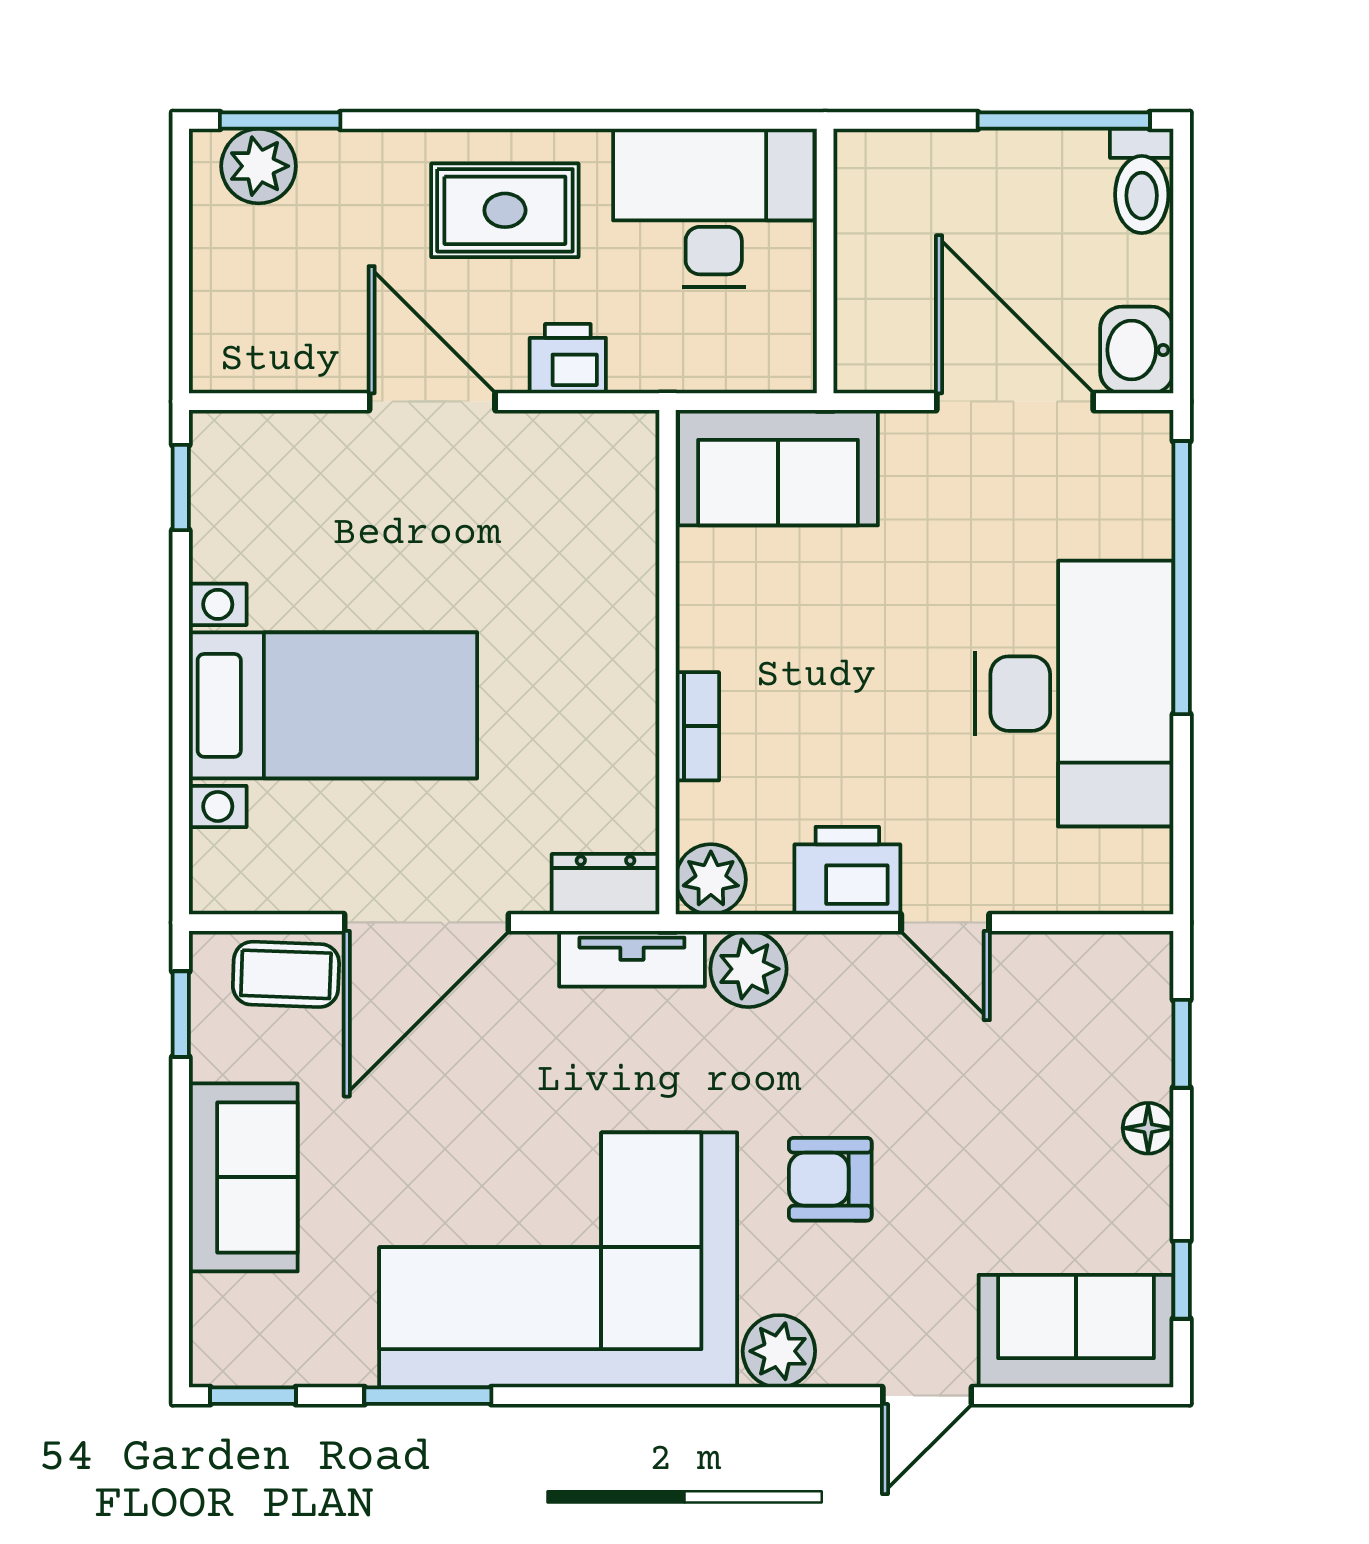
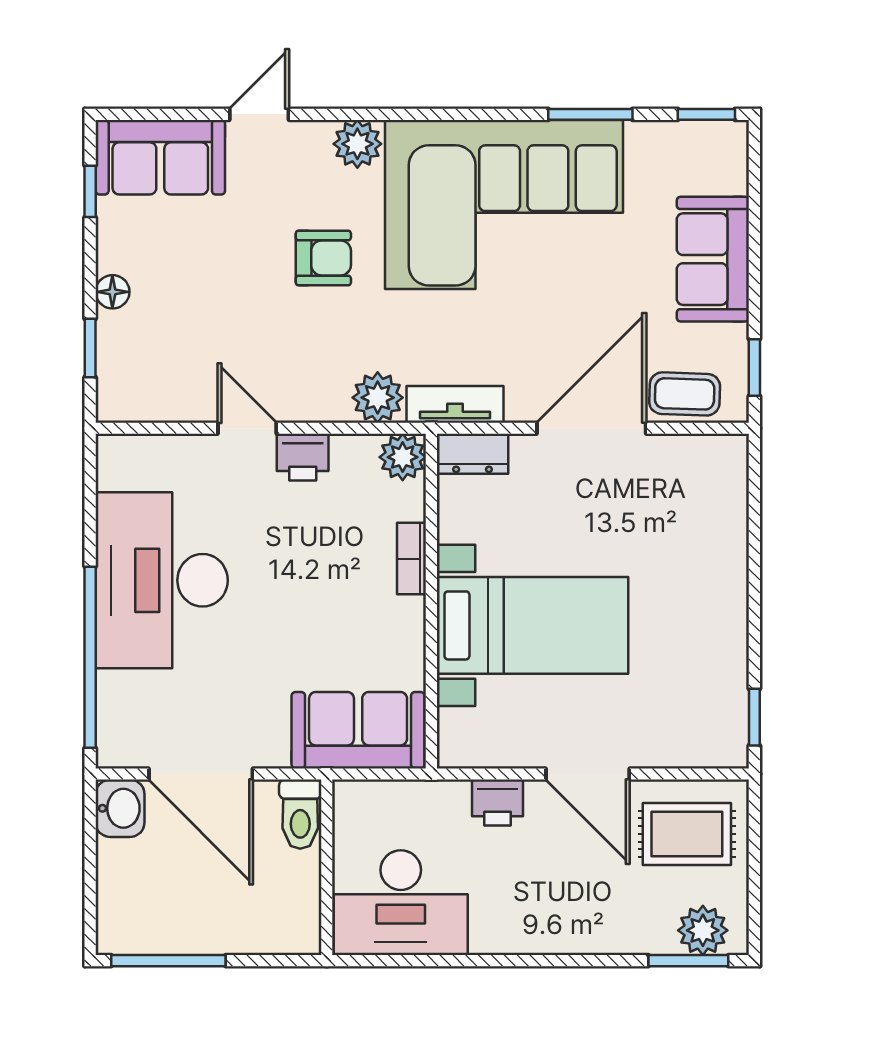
toilet: (1142, 181) -> (300, 814), moved, turned 180
rug: (505, 210) -> (687, 834), moved
bed with nightstands: (333, 705) -> (532, 625), moved, turned 180
printer: (847, 871) -> (303, 457), width x0.73, depth x0.81

